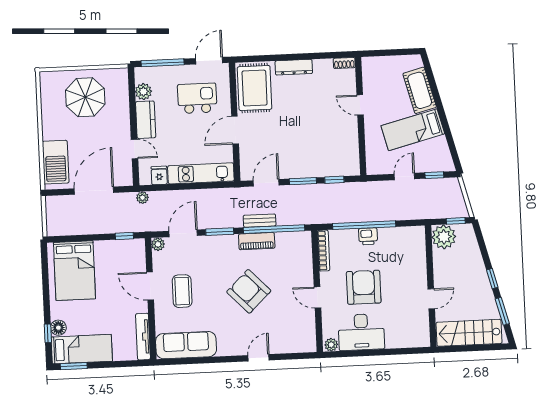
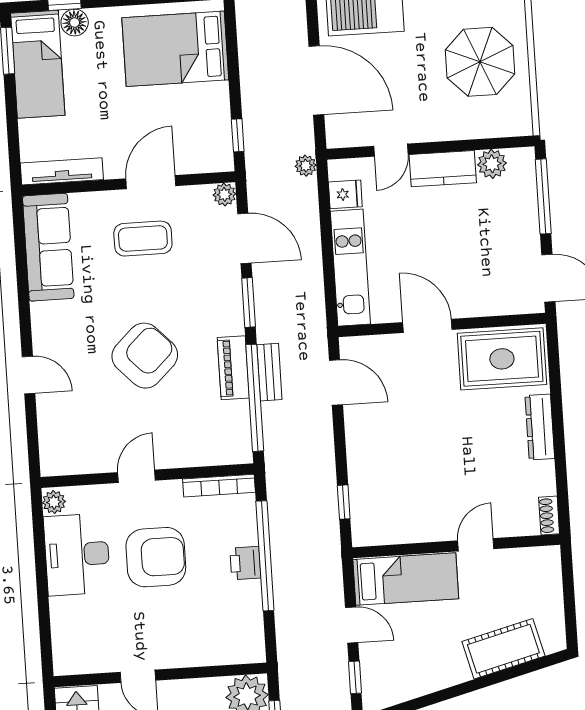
kitchen island: (197, 98) -> (482, 258), removed
bed: (413, 130) -> (406, 579), moved, turned 104
window: (303, 181) -> (340, 447), removed

